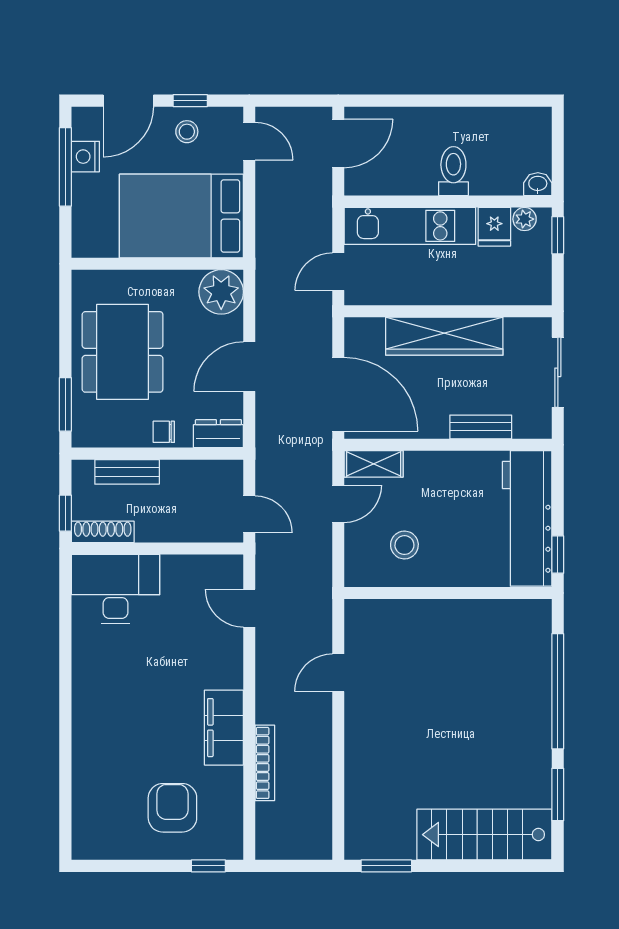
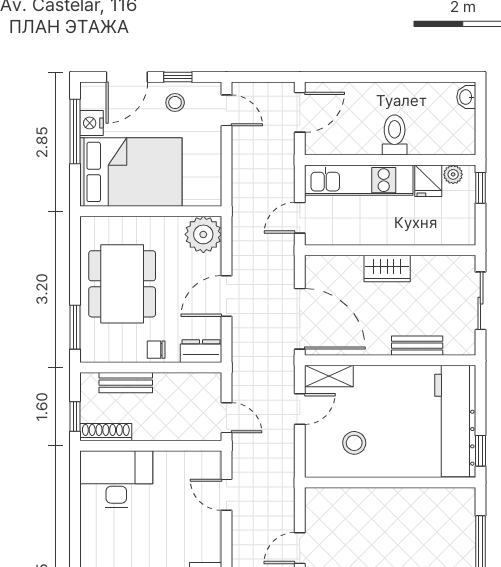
washbasin: (538, 184) -> (466, 97), moved, turned -90
bed: (181, 216) -> (131, 172), moved, turned 180
wardrobe: (444, 336) -> (387, 269), width x0.48, depth x0.85

